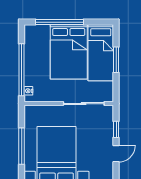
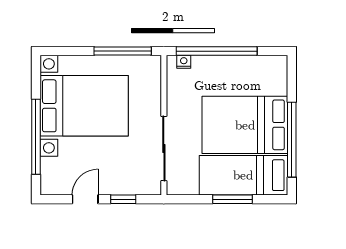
window: (59, 22) -> (292, 140), moved
window: (22, 146) -> (123, 51), moved
door: (116, 154) -> (85, 199), swing flipped

